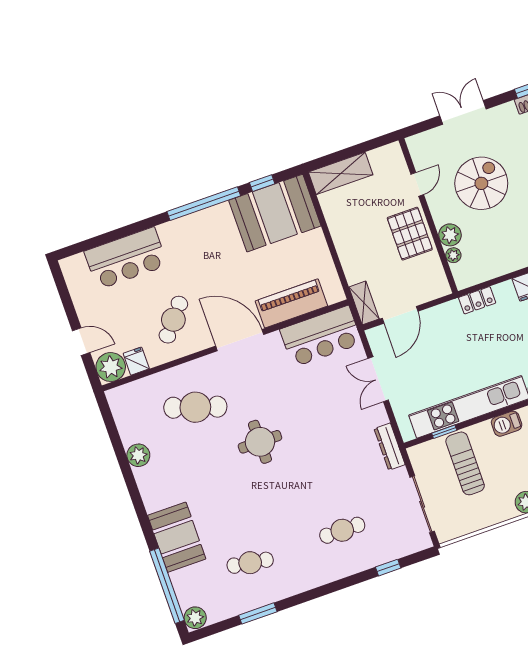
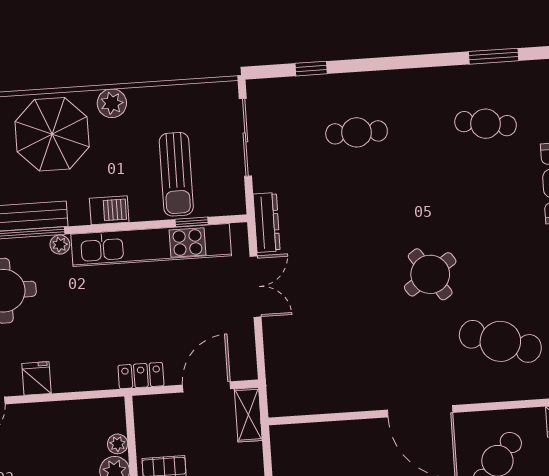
locker: (477, 300) -> (141, 376), moved
piano: (291, 303) -> (341, 440), removed
bar counter: (321, 336) -> (315, 387), removed
double door: (378, 379) -> (256, 287), moved
round table: (260, 442) -> (430, 274), turned -34

